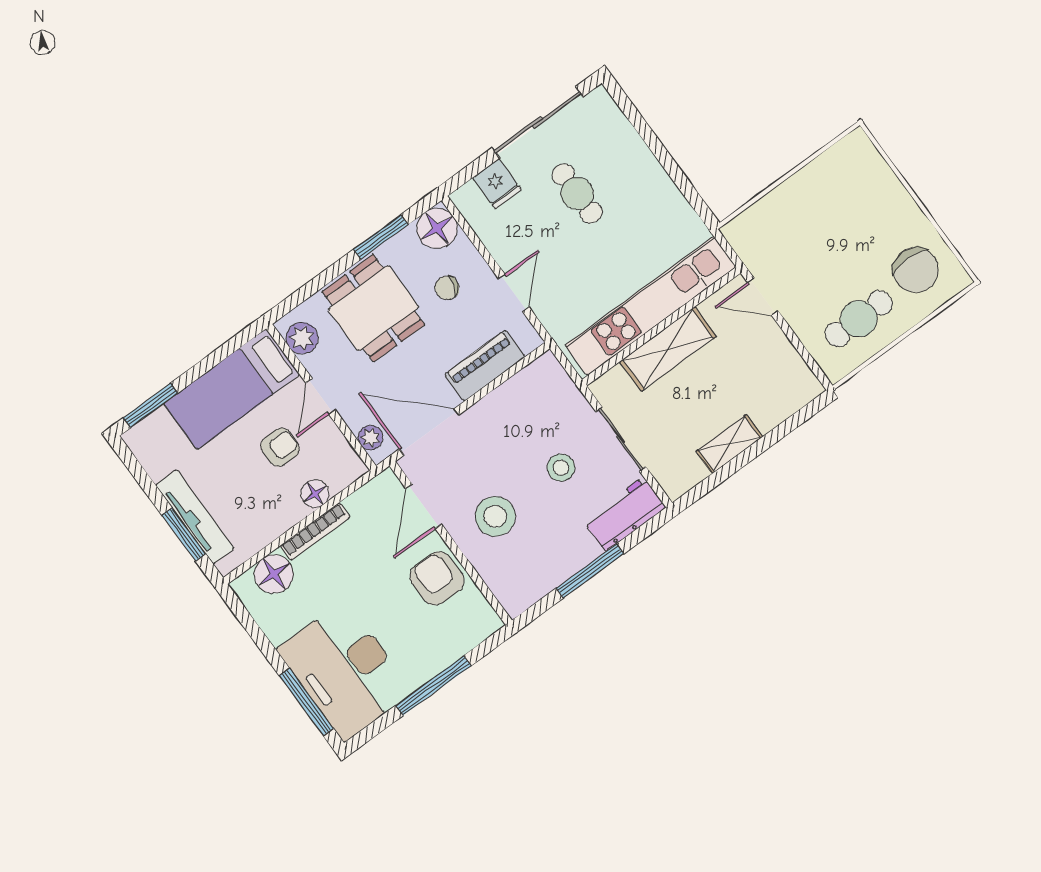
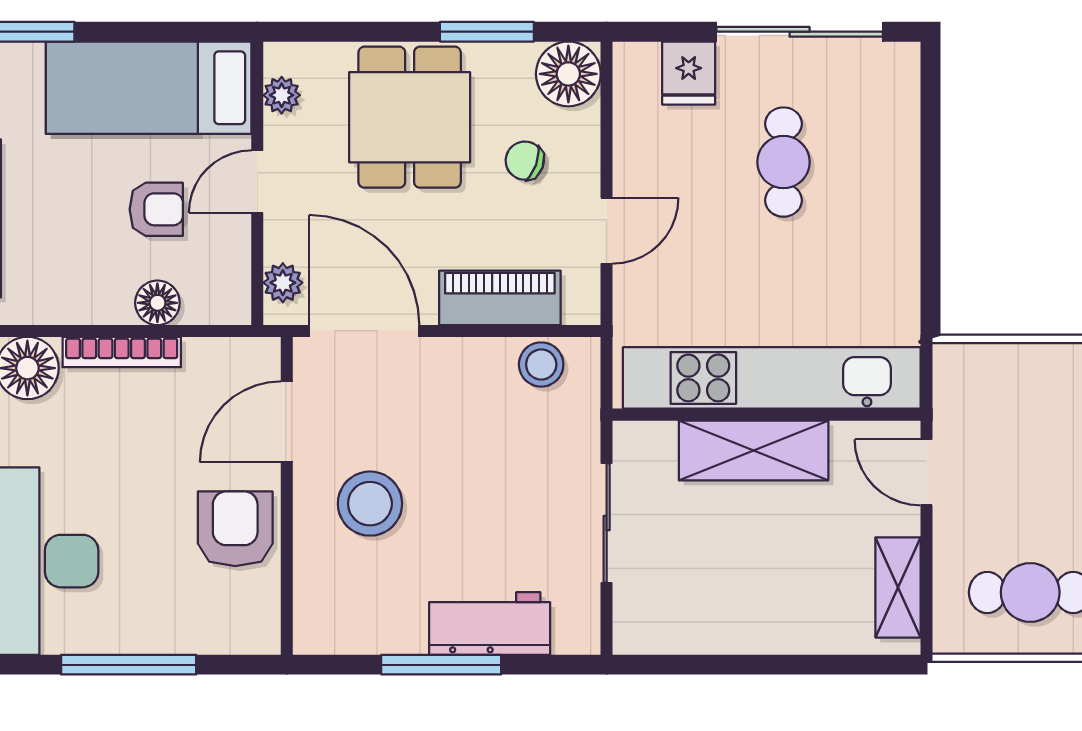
plant: (302, 338) -> (282, 95), width x0.73, depth x0.73
shelving: (729, 444) -> (898, 587), moved, turned 90
stool: (561, 468) -> (541, 364), moved
workbench: (624, 514) -> (490, 623), moved

